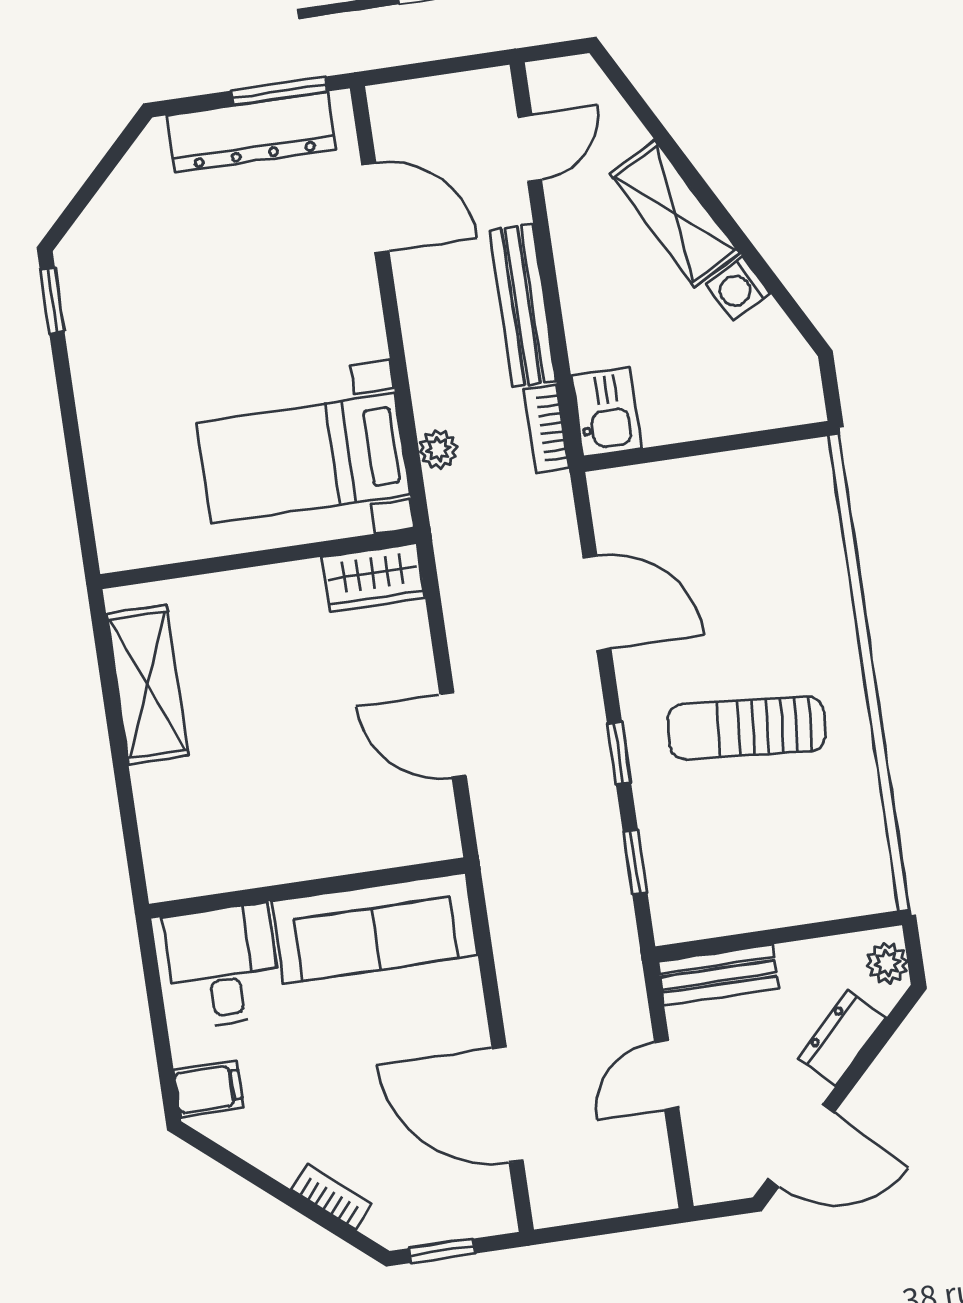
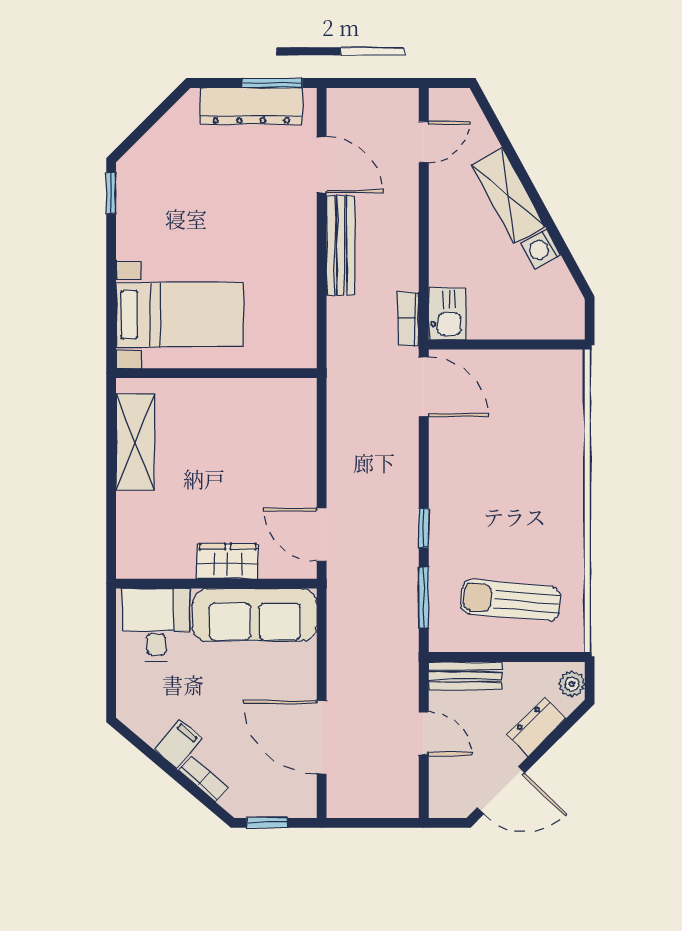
bench: (523, 306) -> (340, 245), moved
plant: (438, 449) -> (339, 321), removed
bed with nightstands: (303, 458) -> (180, 315), moved, turned 180
wardrobe: (373, 577) -> (228, 561), moved, turned 180
door: (597, 603) -> (424, 387), moved
sun lounger: (746, 728) -> (510, 600), moved
door: (453, 735) -> (322, 535), moved
window: (635, 862) -> (424, 598), width x1.50
door: (667, 1075) -> (424, 734), swing flipped
filing cabinet: (209, 1089) -> (178, 744), moved, turned -50

